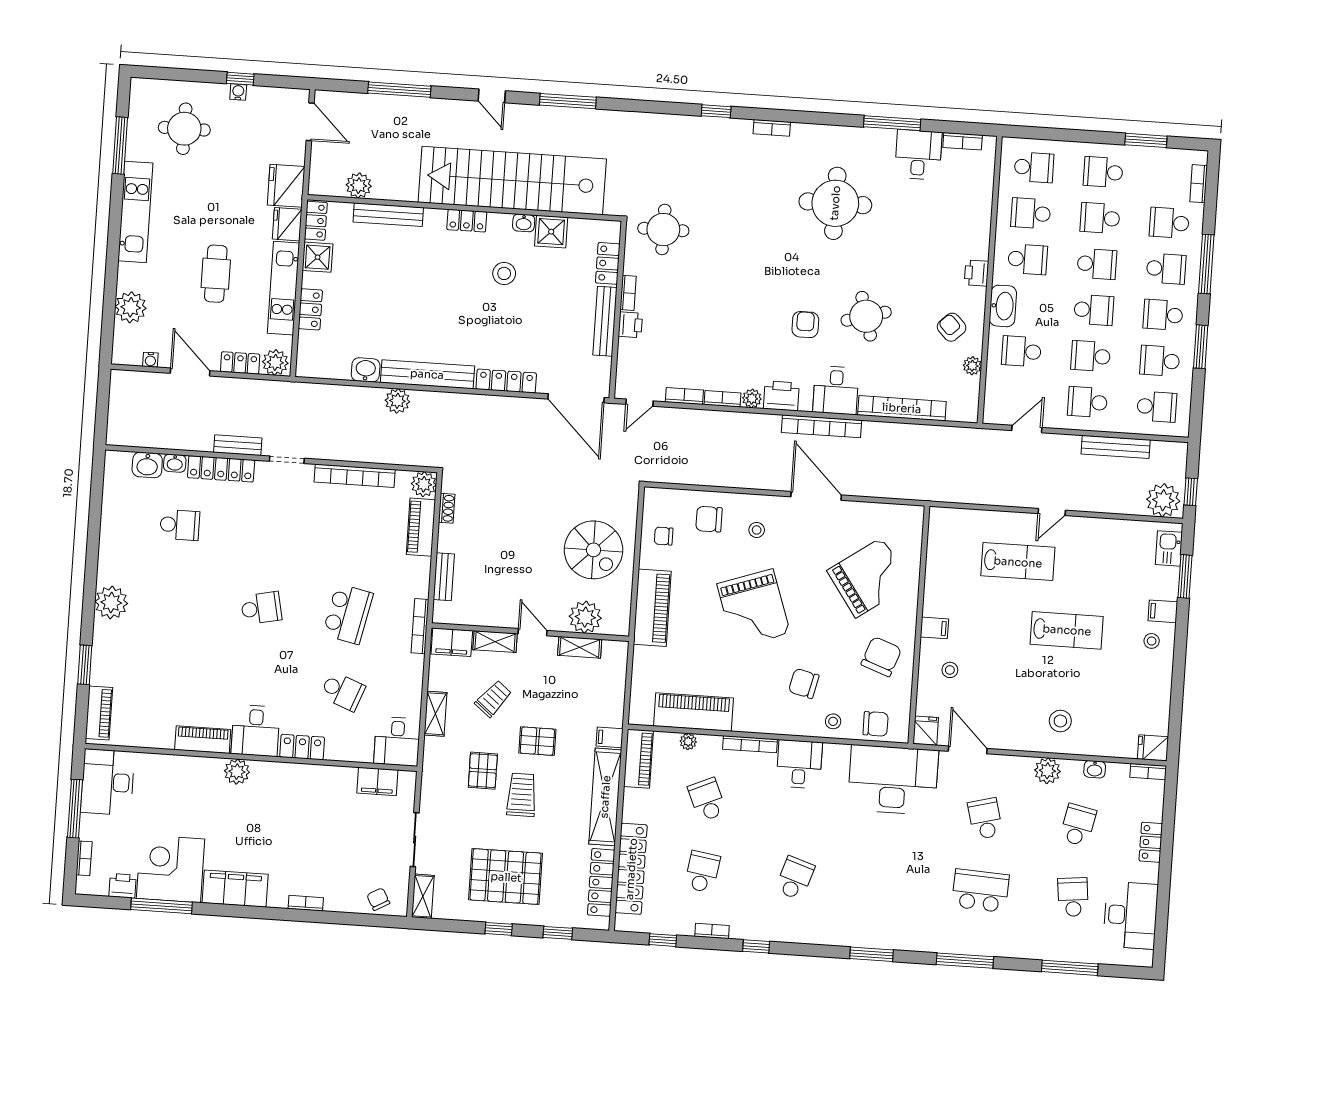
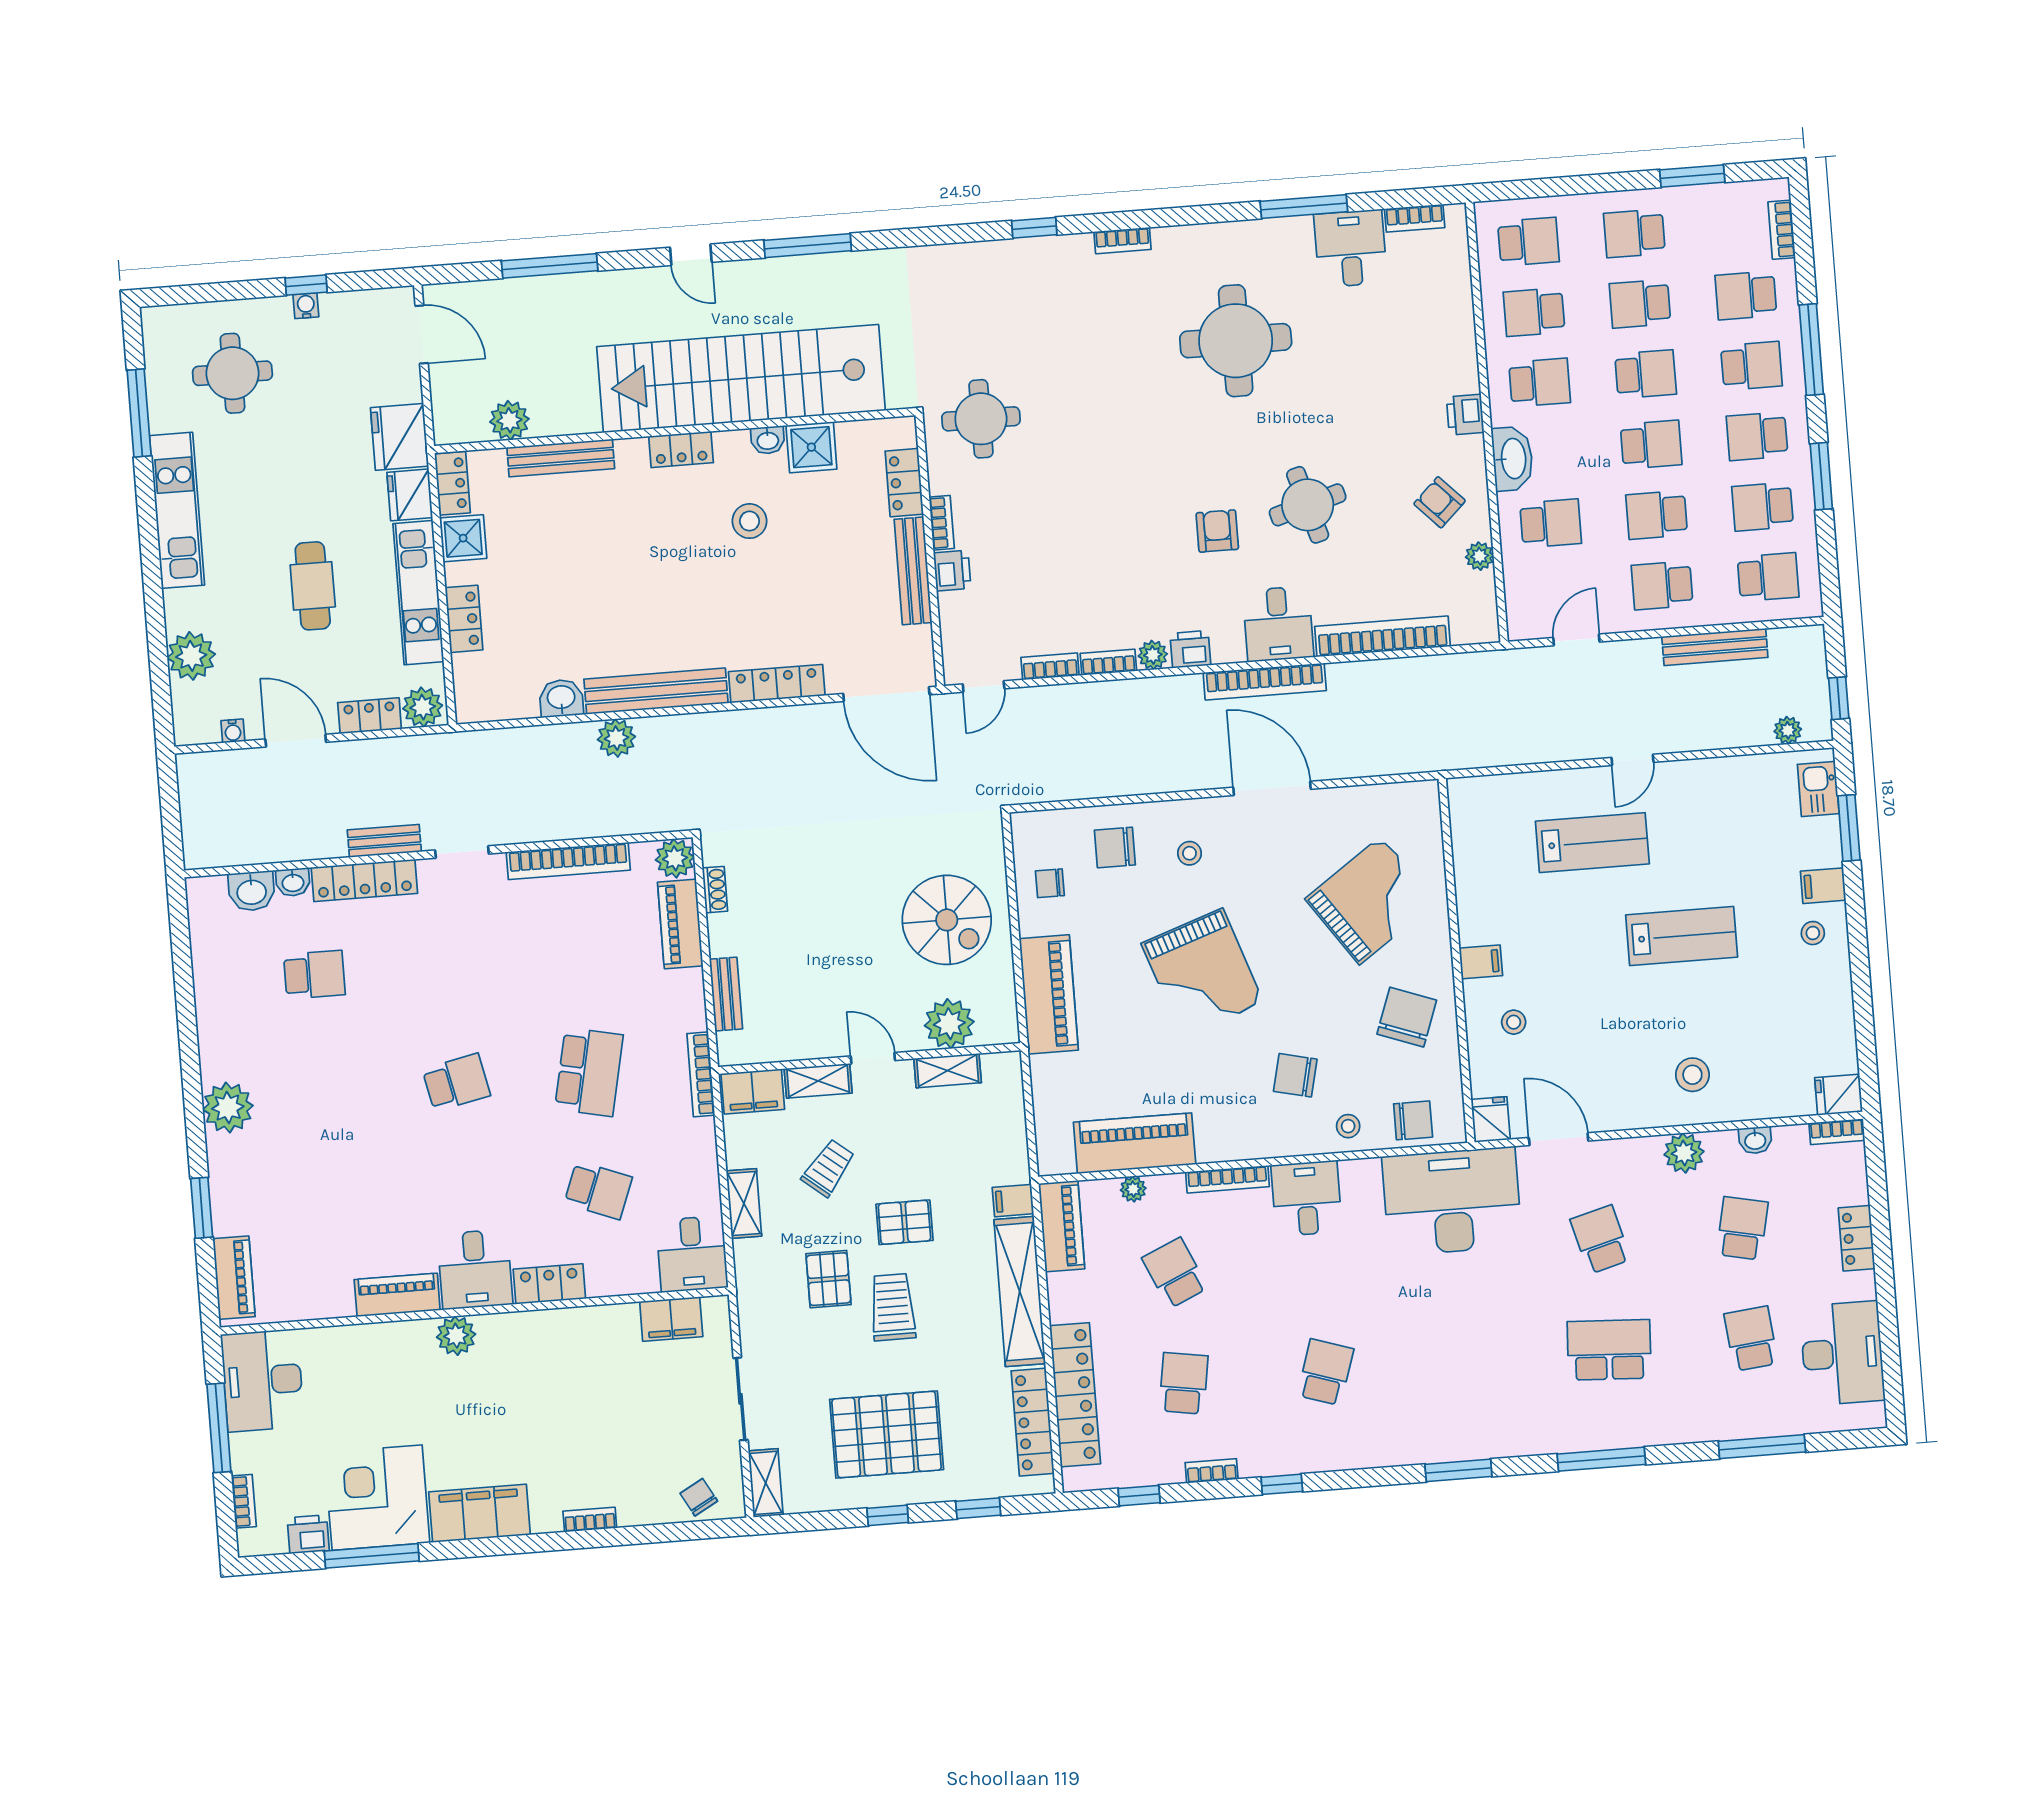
school desk: (1021, 351) -> (1551, 523), turned 180
printer: (781, 396) -> (1190, 649), width x0.73, depth x0.81
plant: (1163, 500) -> (1788, 730), width x0.53, depth x0.53

